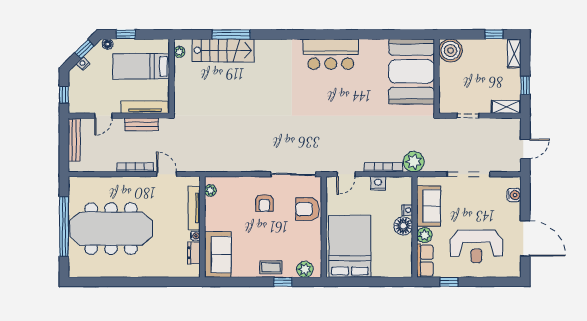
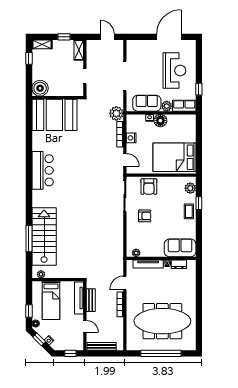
stairs: (223, 50) -> (44, 236), width x1.36, depth x1.51
water cooler: (514, 195) -> (139, 45), removed
meeting table: (111, 229) -> (162, 321), turned 90

